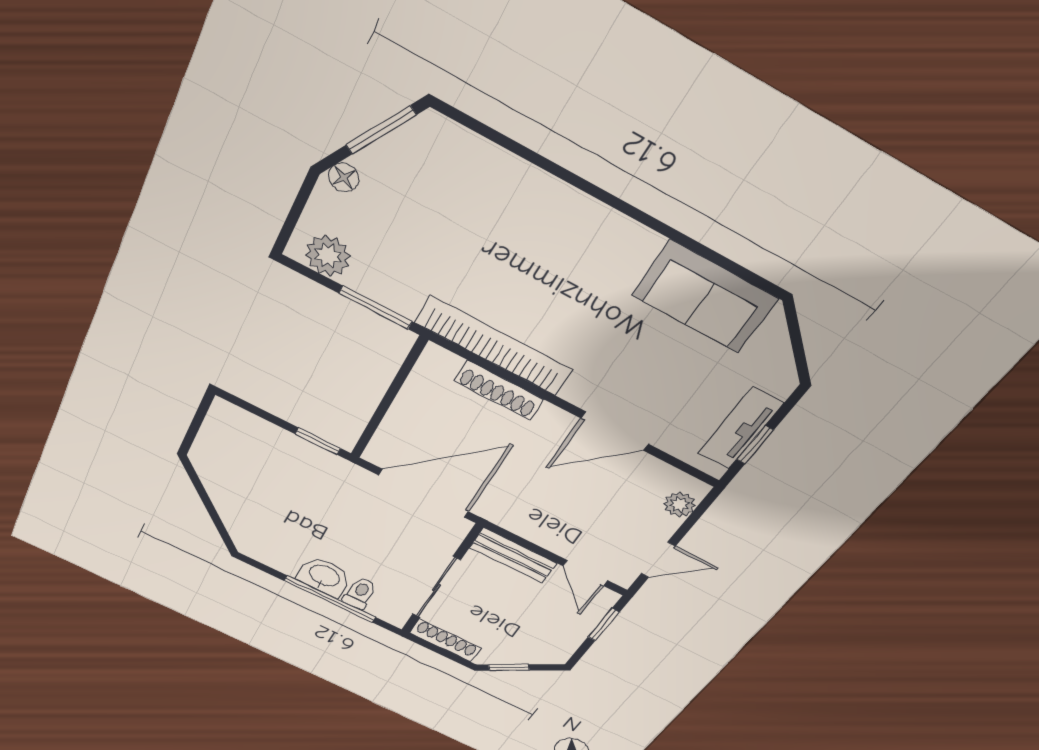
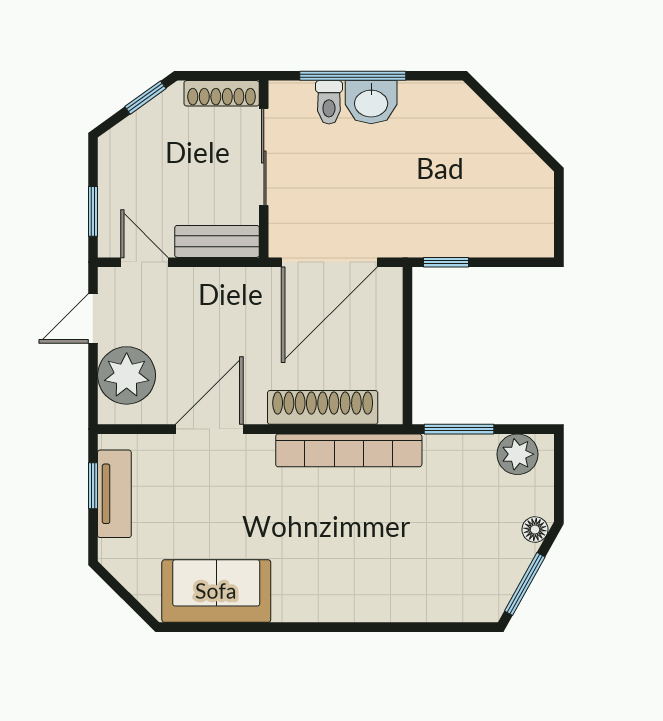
shoe rack: (499, 390) -> (323, 407), width x1.36, depth x1.24
plant: (679, 504) -> (127, 375), width x1.88, depth x1.88

